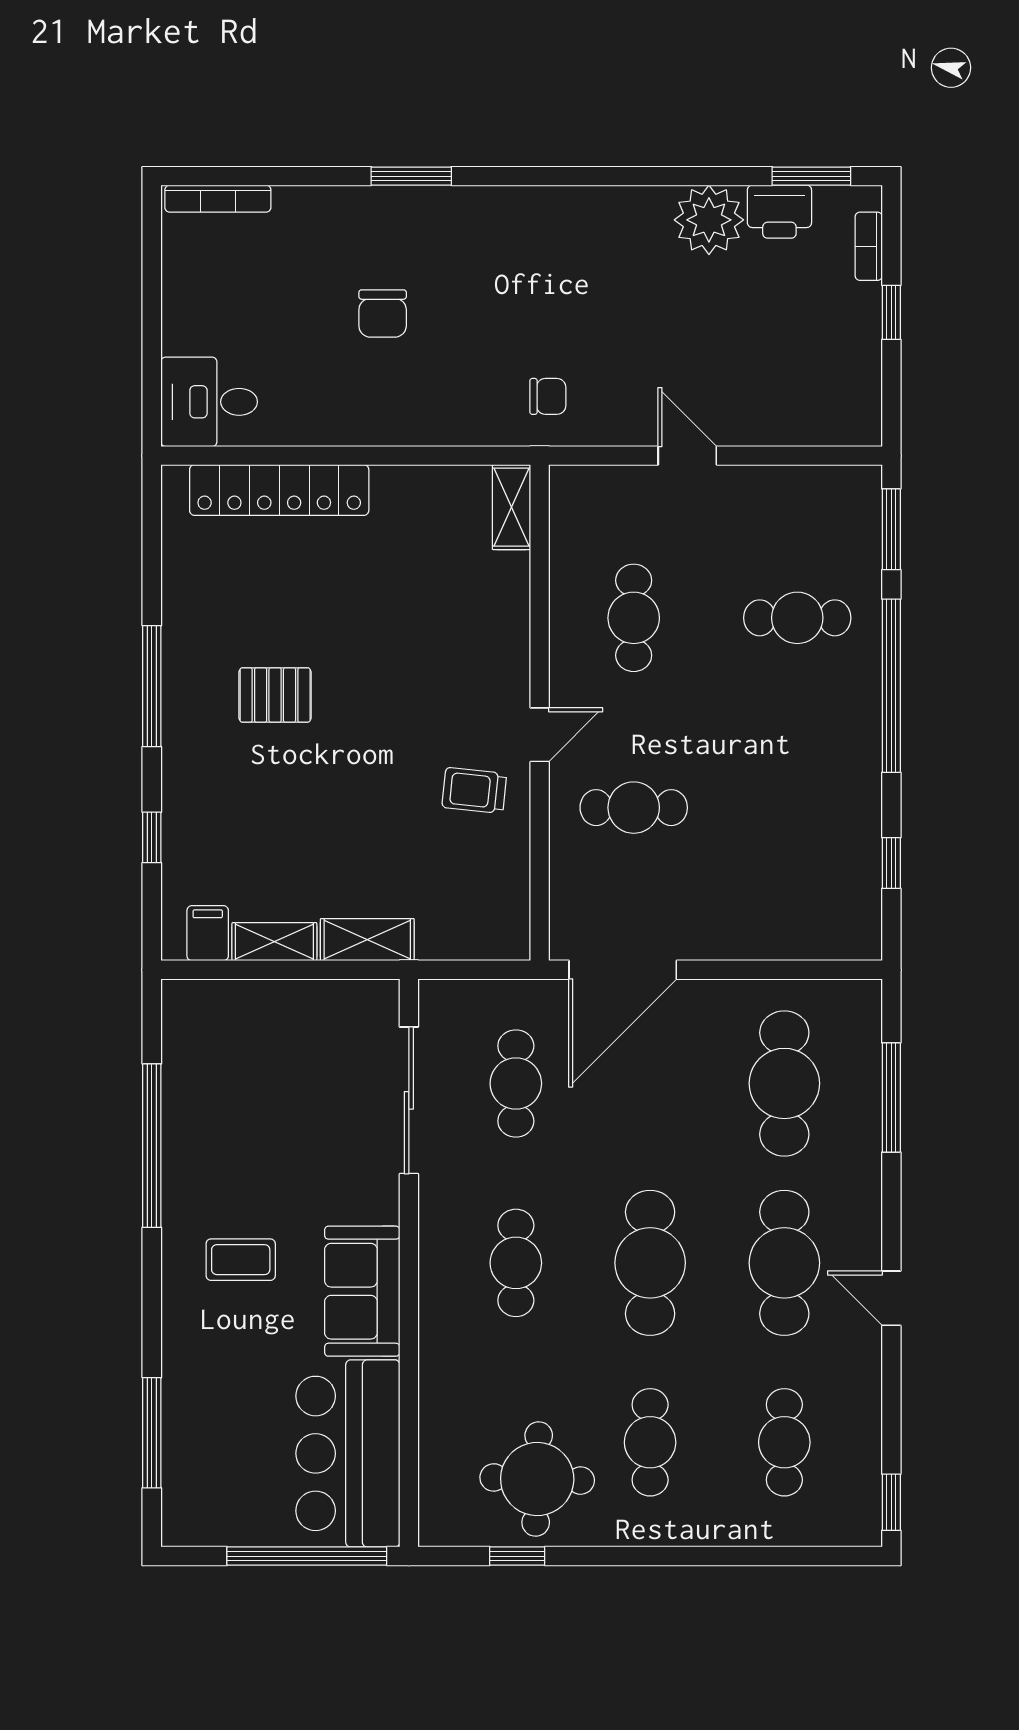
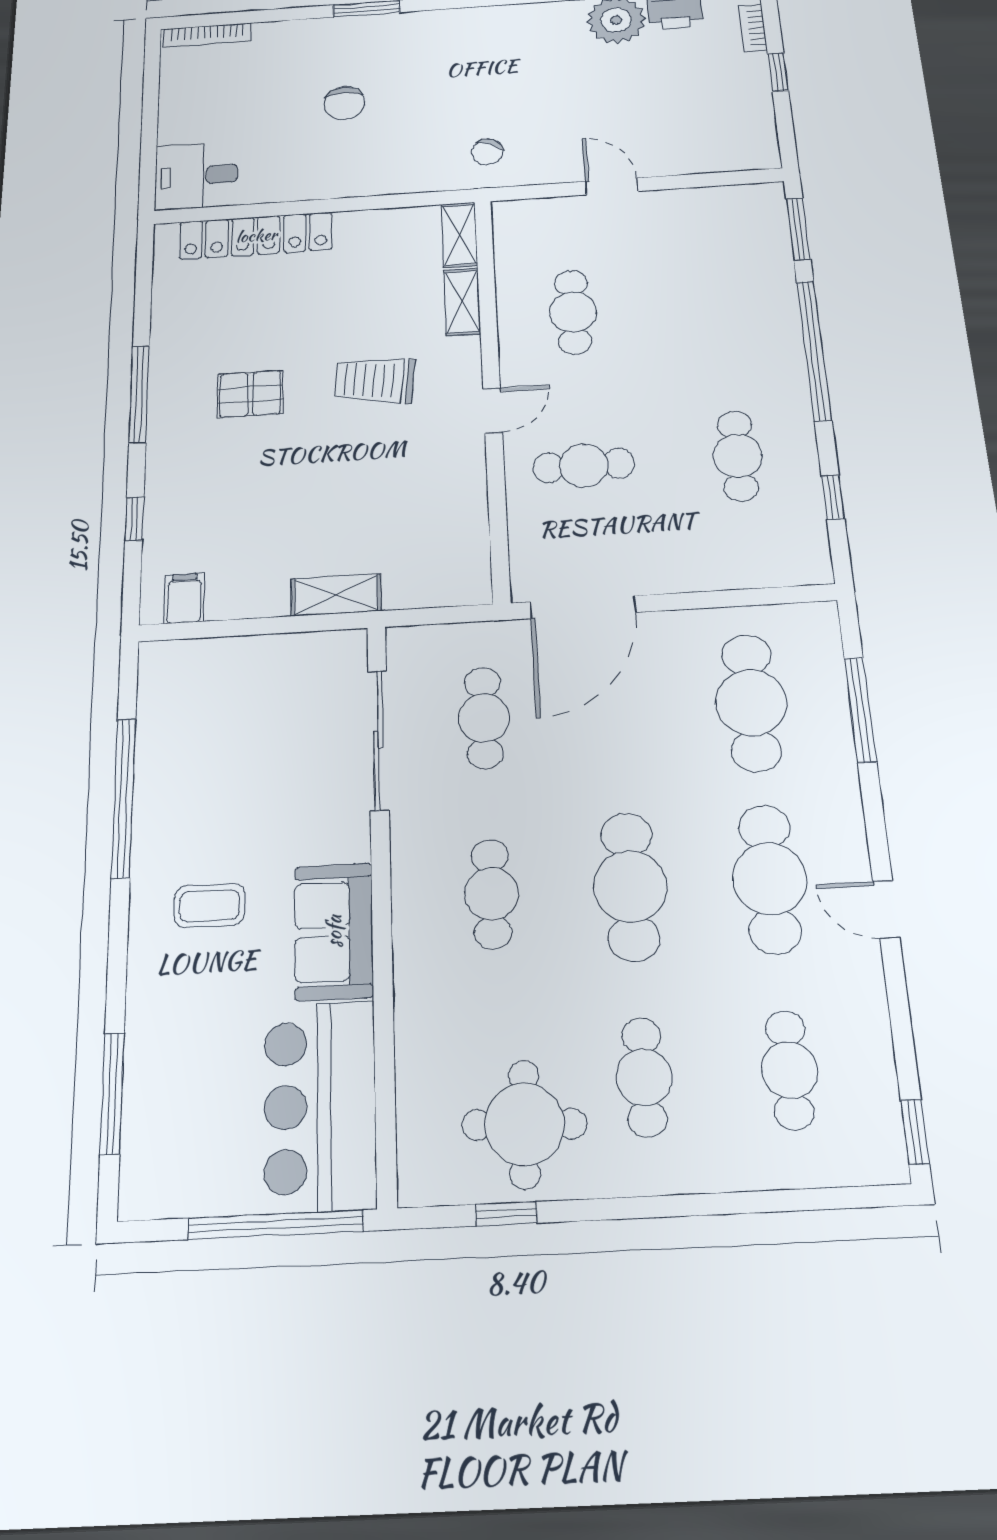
chair: (548, 396) -> (487, 152), turned 115
cafe table: (797, 618) -> (738, 456), moved, turned 90
trolley: (474, 790) -> (375, 380), moved, width x1.36, depth x1.39
shelving: (274, 942) -> (462, 302), moved, turned 90

